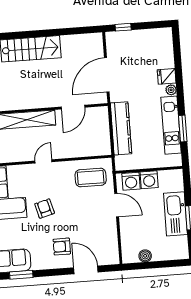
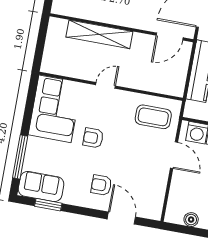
door: (73, 107) -> (170, 36), moved
armchair: (45, 209) -> (93, 138), turned -75

